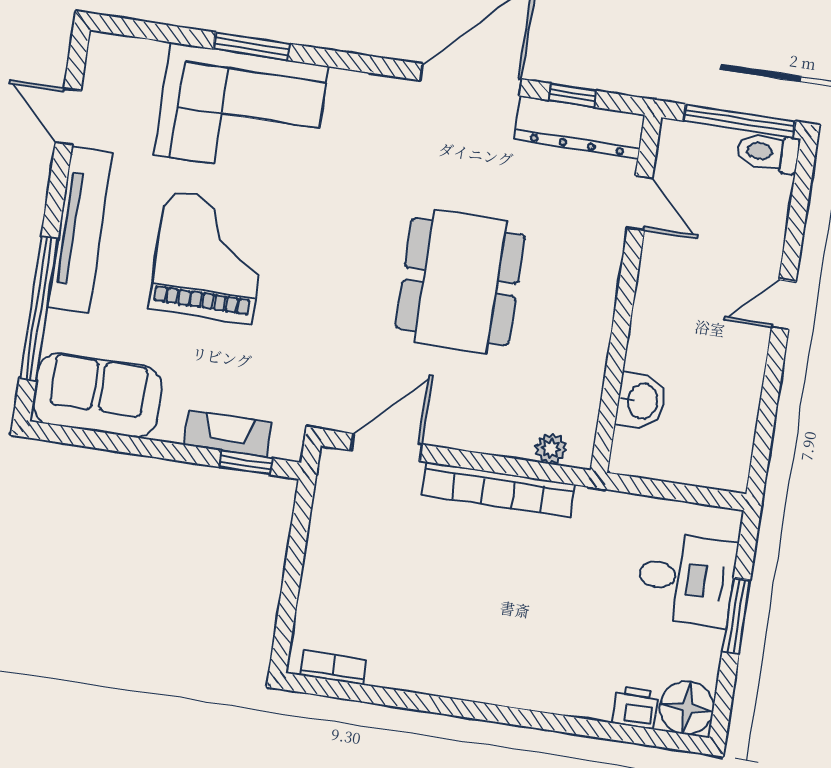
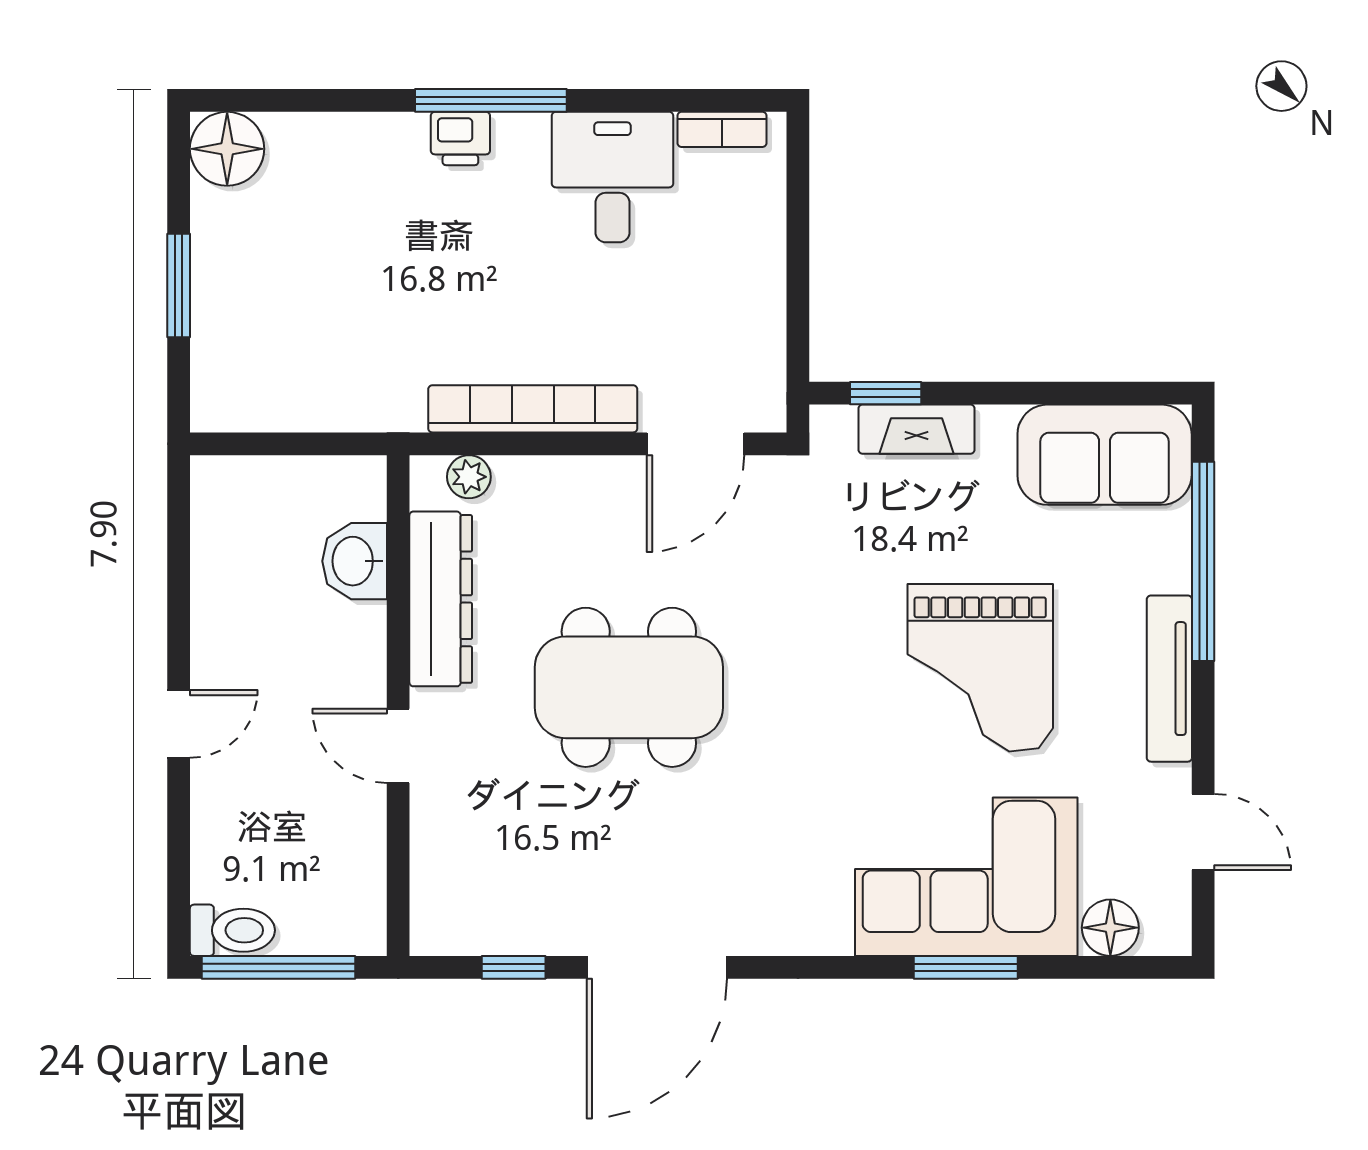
floor lamp: (145, 59) -> (1110, 928), added
dresser: (580, 127) -> (441, 599), moved, turned 90
door: (640, 203) -> (398, 746), moved
tv unit: (80, 230) -> (1169, 679), width x0.73, depth x0.78
dining table: (460, 282) -> (629, 687), turned 90
desk: (686, 579) -> (612, 177), moved, turned 90
printer: (635, 707) -> (460, 138), moved
window: (494, 713) -> (491, 100), added

